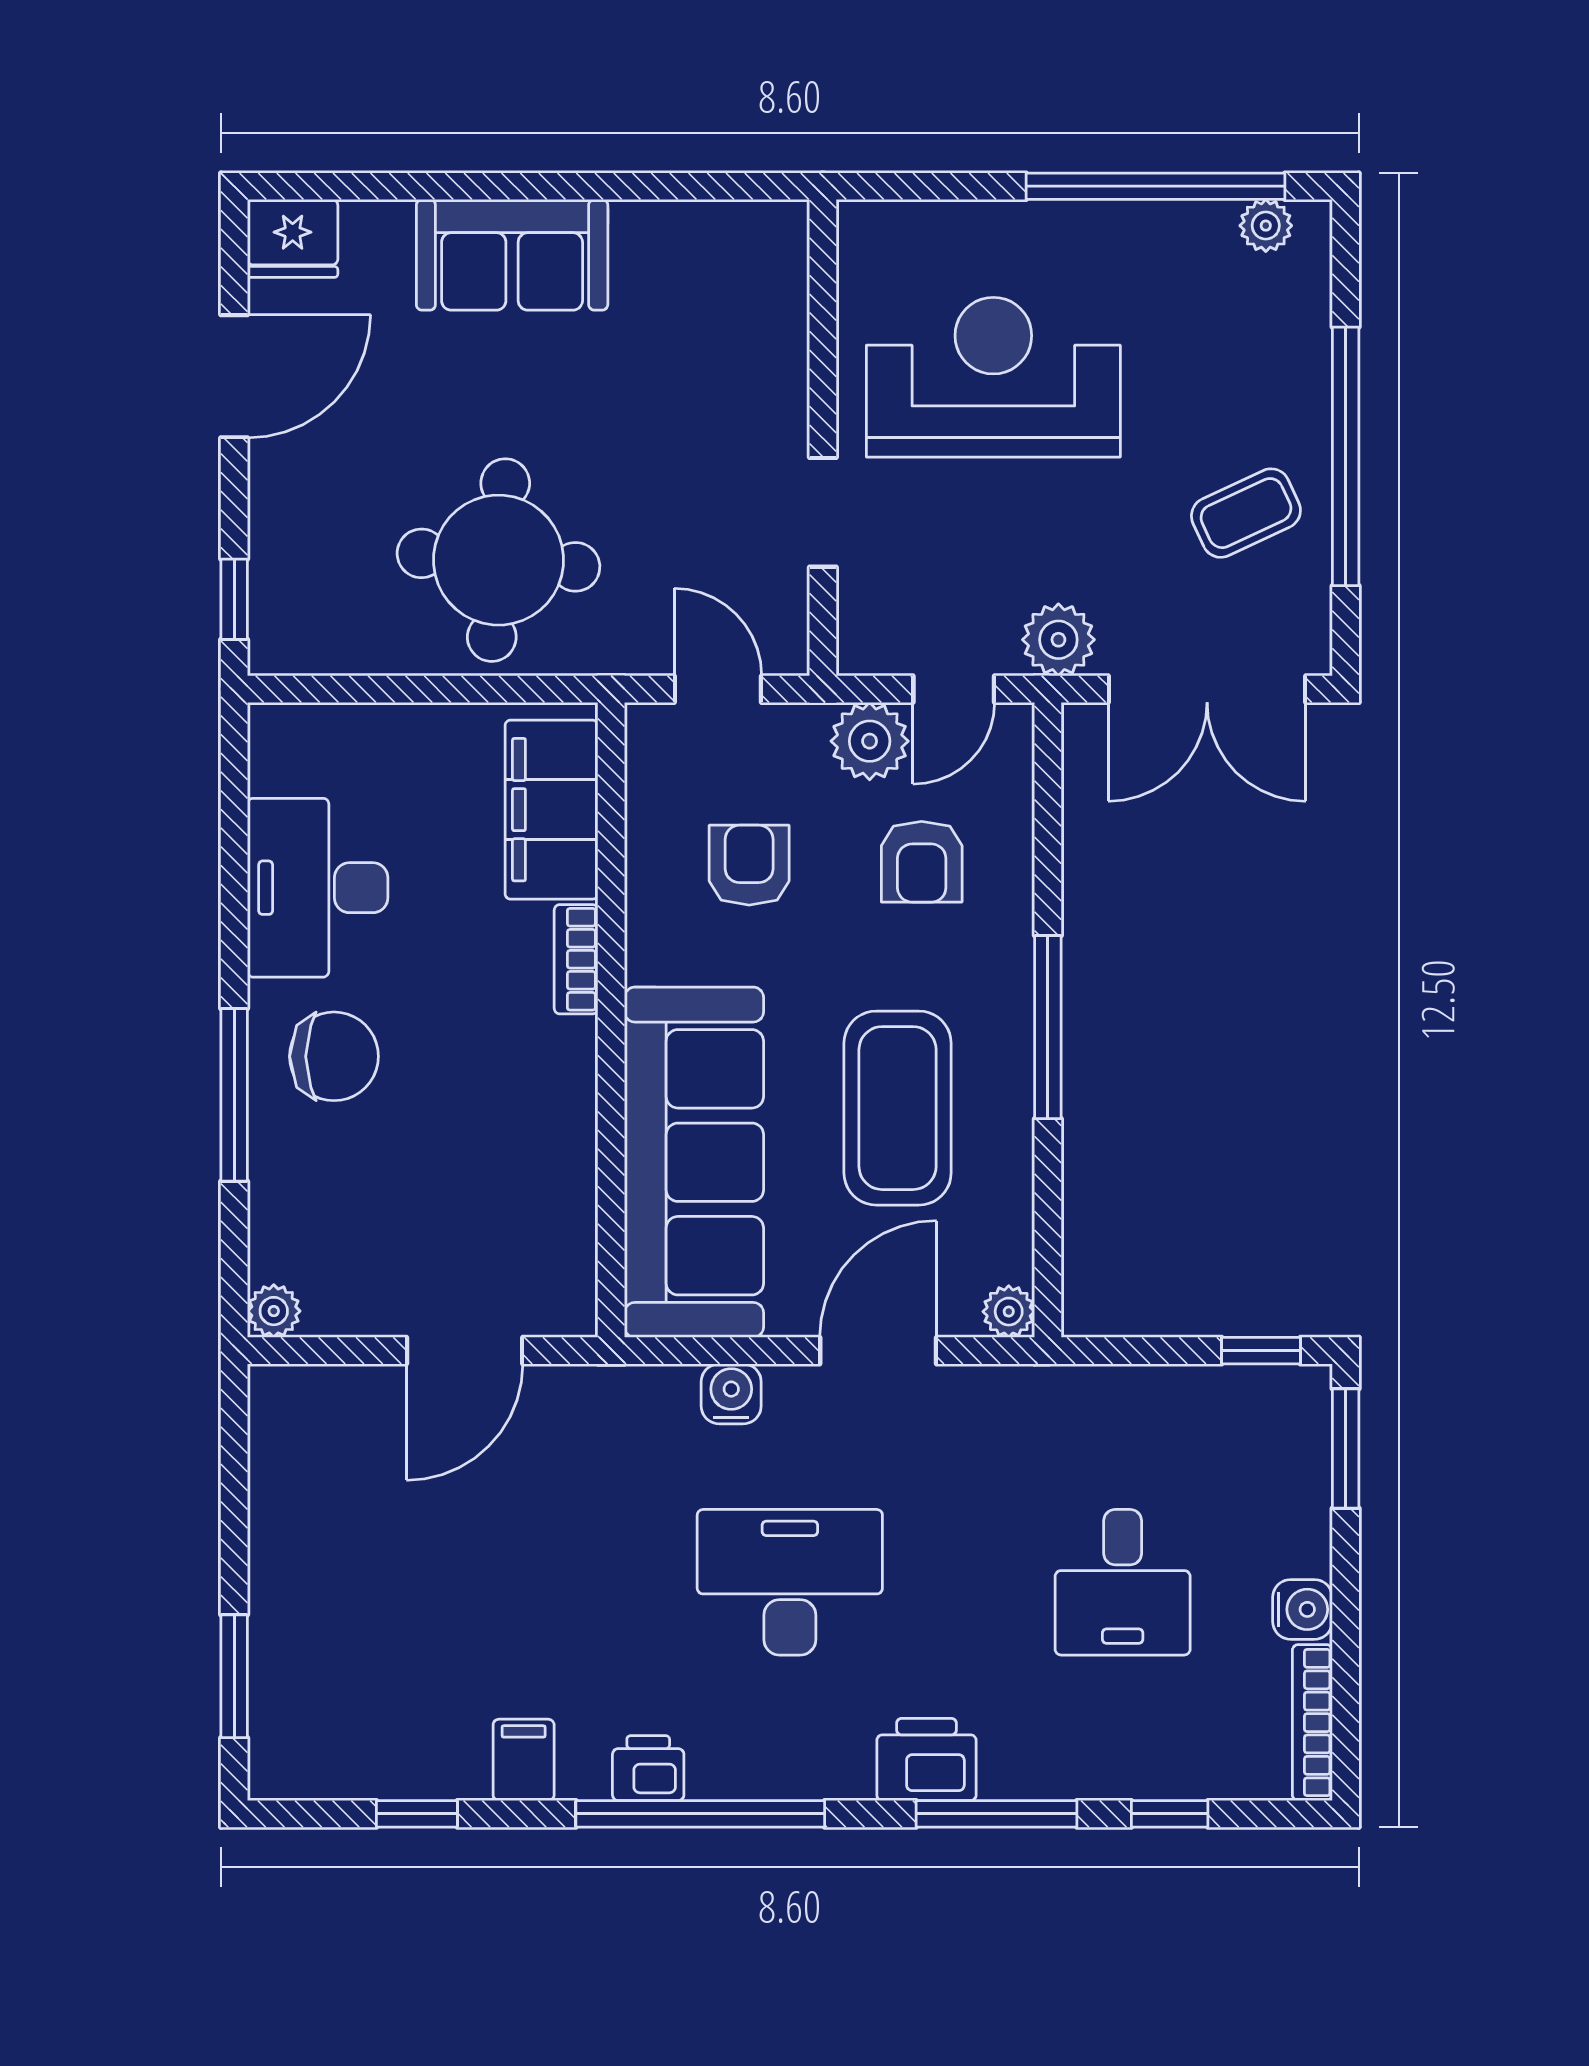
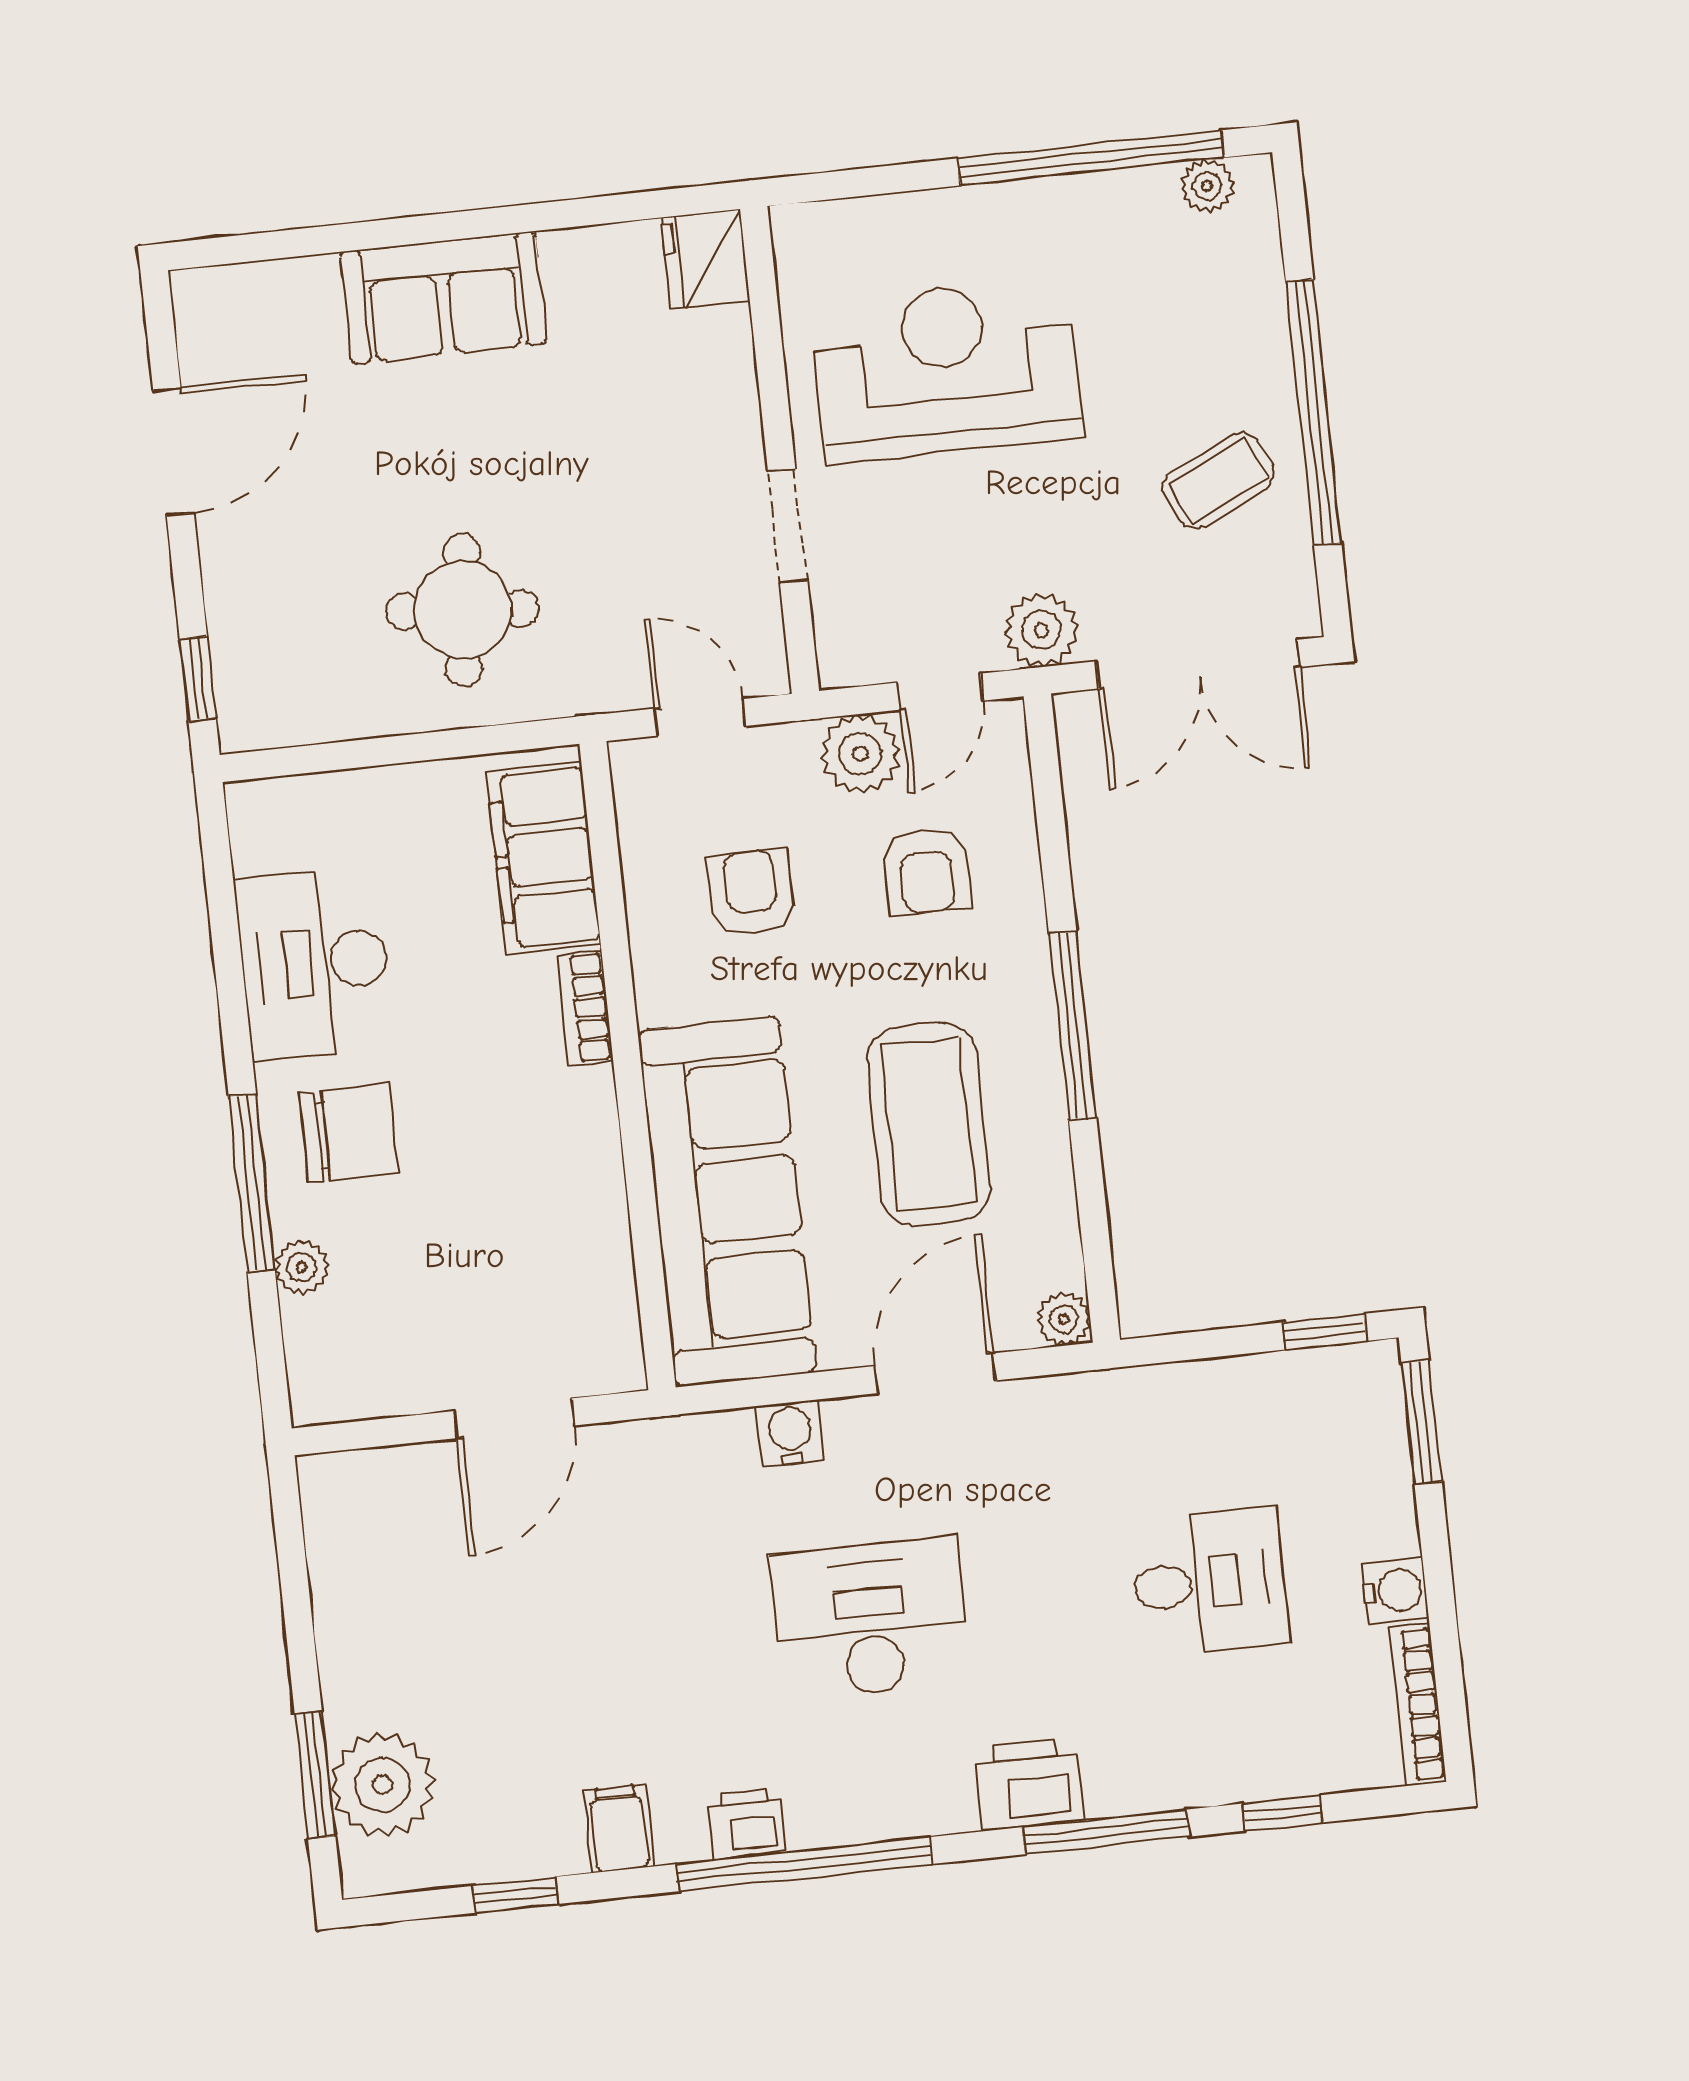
fridge: (293, 238) -> (705, 259), moved, turned 90
round table: (498, 560) -> (463, 610), width x0.73, depth x0.73
plant: (274, 1311) -> (302, 1267), moved
desk: (1123, 1582) -> (1209, 1582), turned -90
plant: (299, 1693) -> (382, 1785), added

